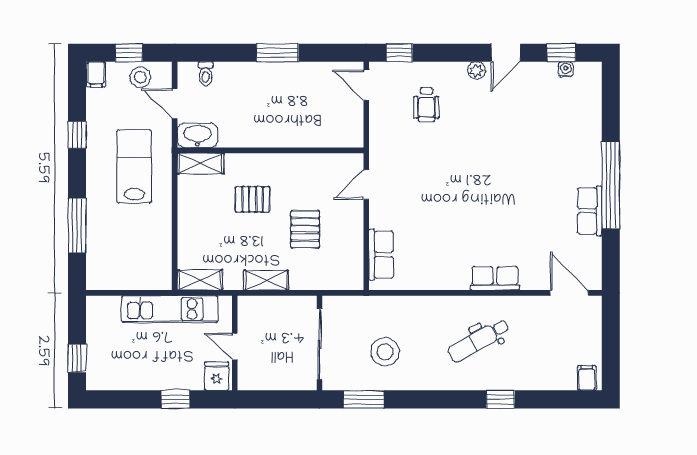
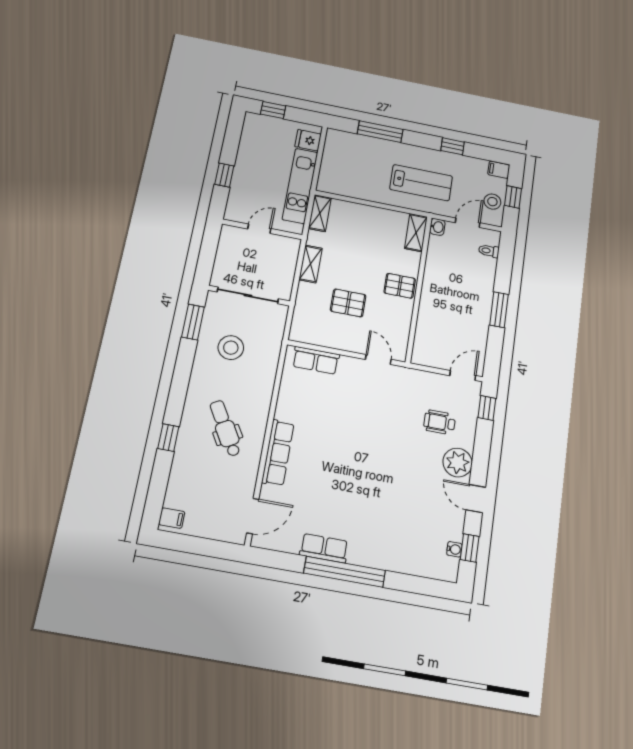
plant: (476, 70) -> (458, 463), width x1.88, depth x1.88
washbasin: (197, 135) -> (437, 227), width x0.52, depth x0.69
pallet: (253, 199) -> (400, 286), moved, turned 90
row of seats: (495, 278) -> (278, 453), width x1.48
fridge: (217, 376) -> (308, 140), moved, turned 180

